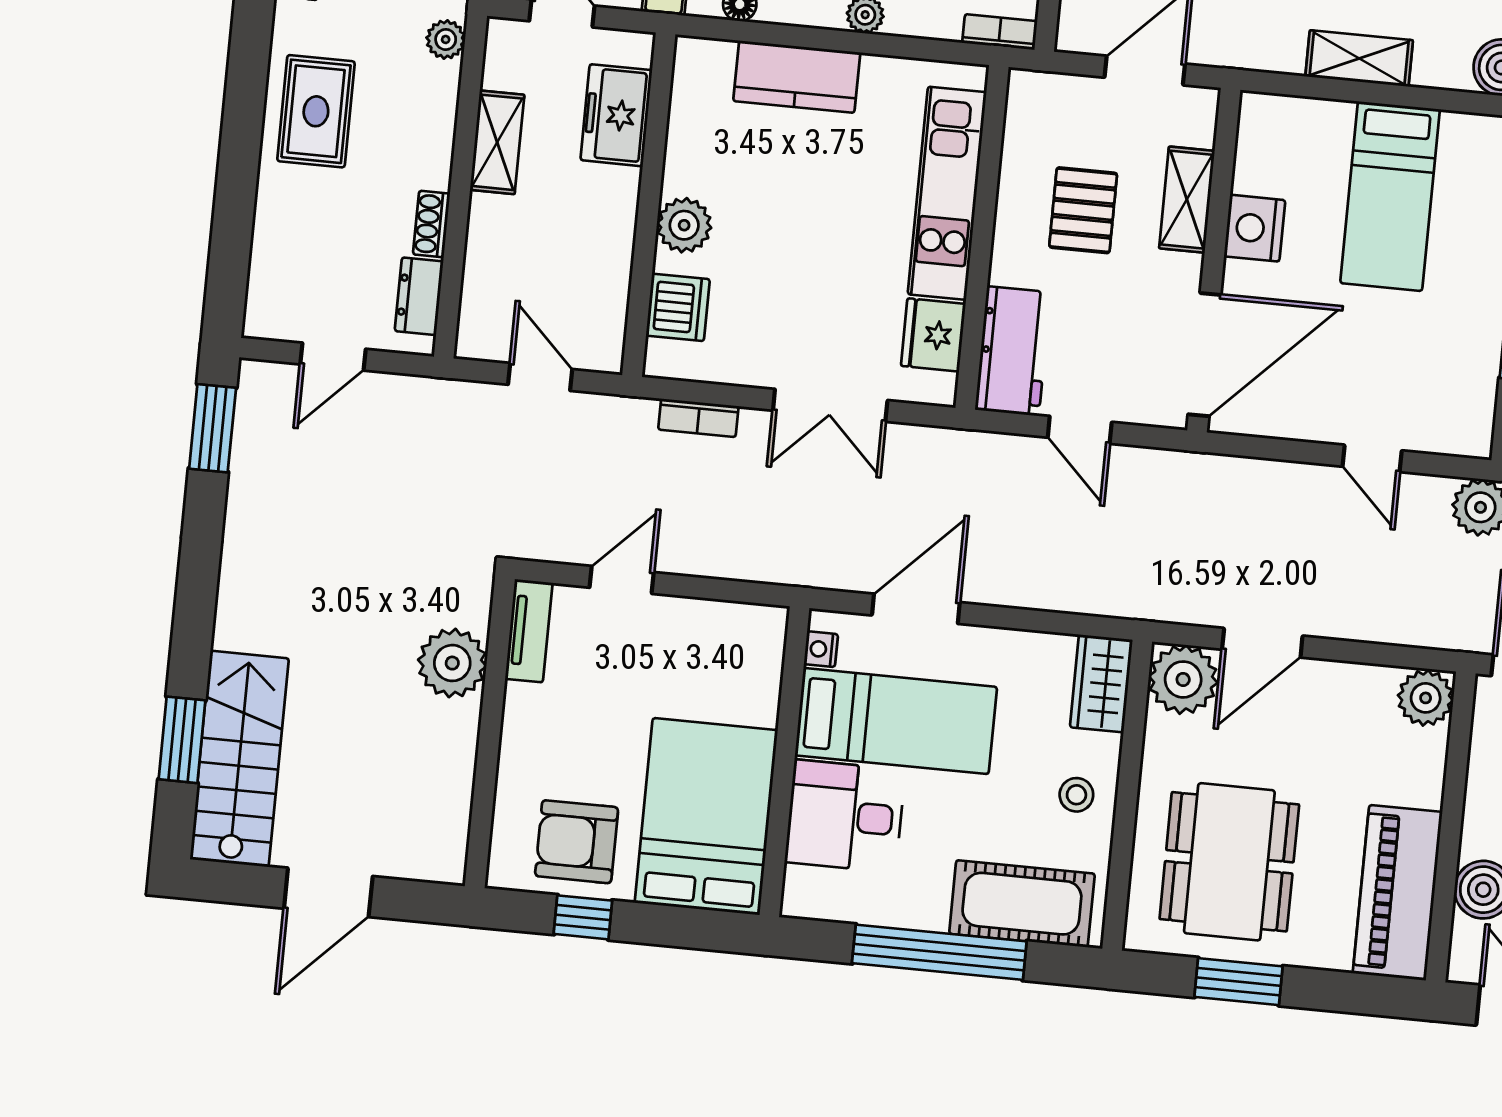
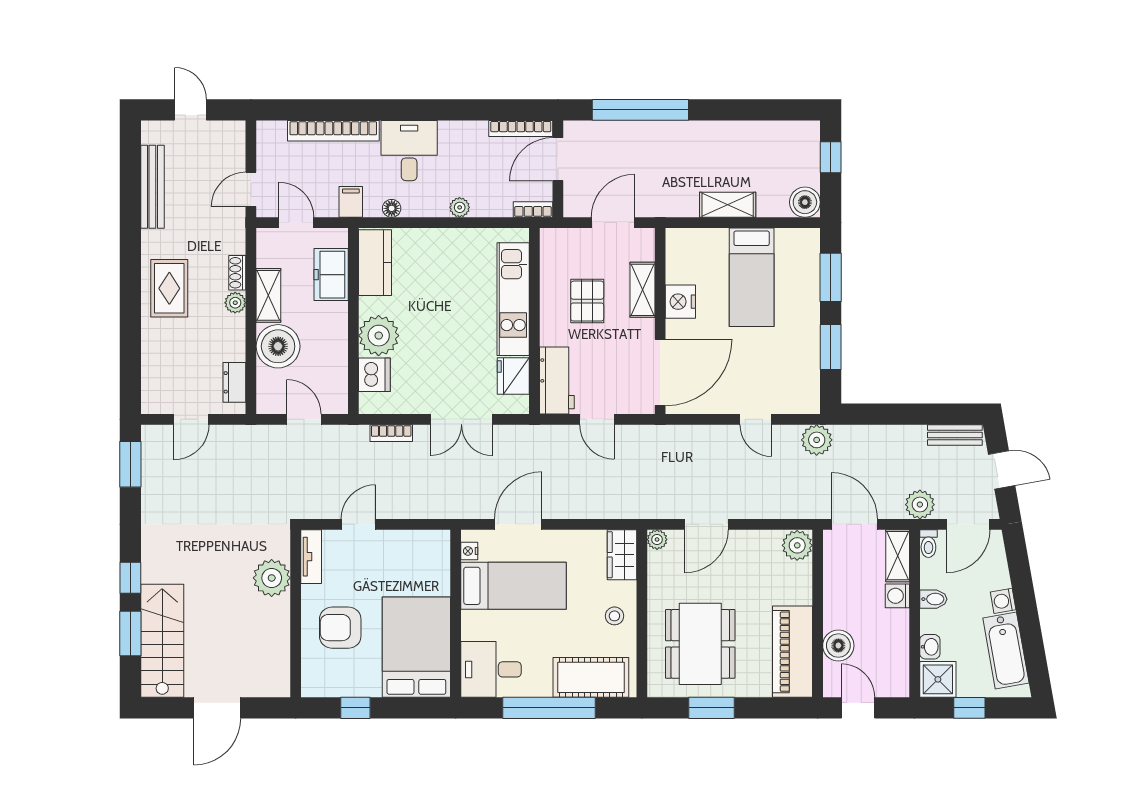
plant: (446, 39) -> (235, 303), moved
kitchen counter: (797, 77) -> (375, 263), moved, turned -90
shoe rack: (431, 224) -> (237, 273), moved
plant: (684, 225) -> (379, 336), width x1.36, depth x1.36
boiler: (506, 238) -> (278, 346), added
window: (192, 637) -> (130, 578), added
plant: (1183, 679) -> (657, 540), width x0.53, depth x0.53
desk: (845, 816) -> (491, 669), moved
armchair: (577, 842) -> (340, 628), moved

